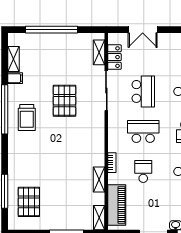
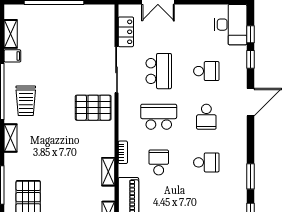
shelving: (99, 52) -> (11, 138), moved
pallet: (64, 101) -> (93, 108), moved, turned 90

